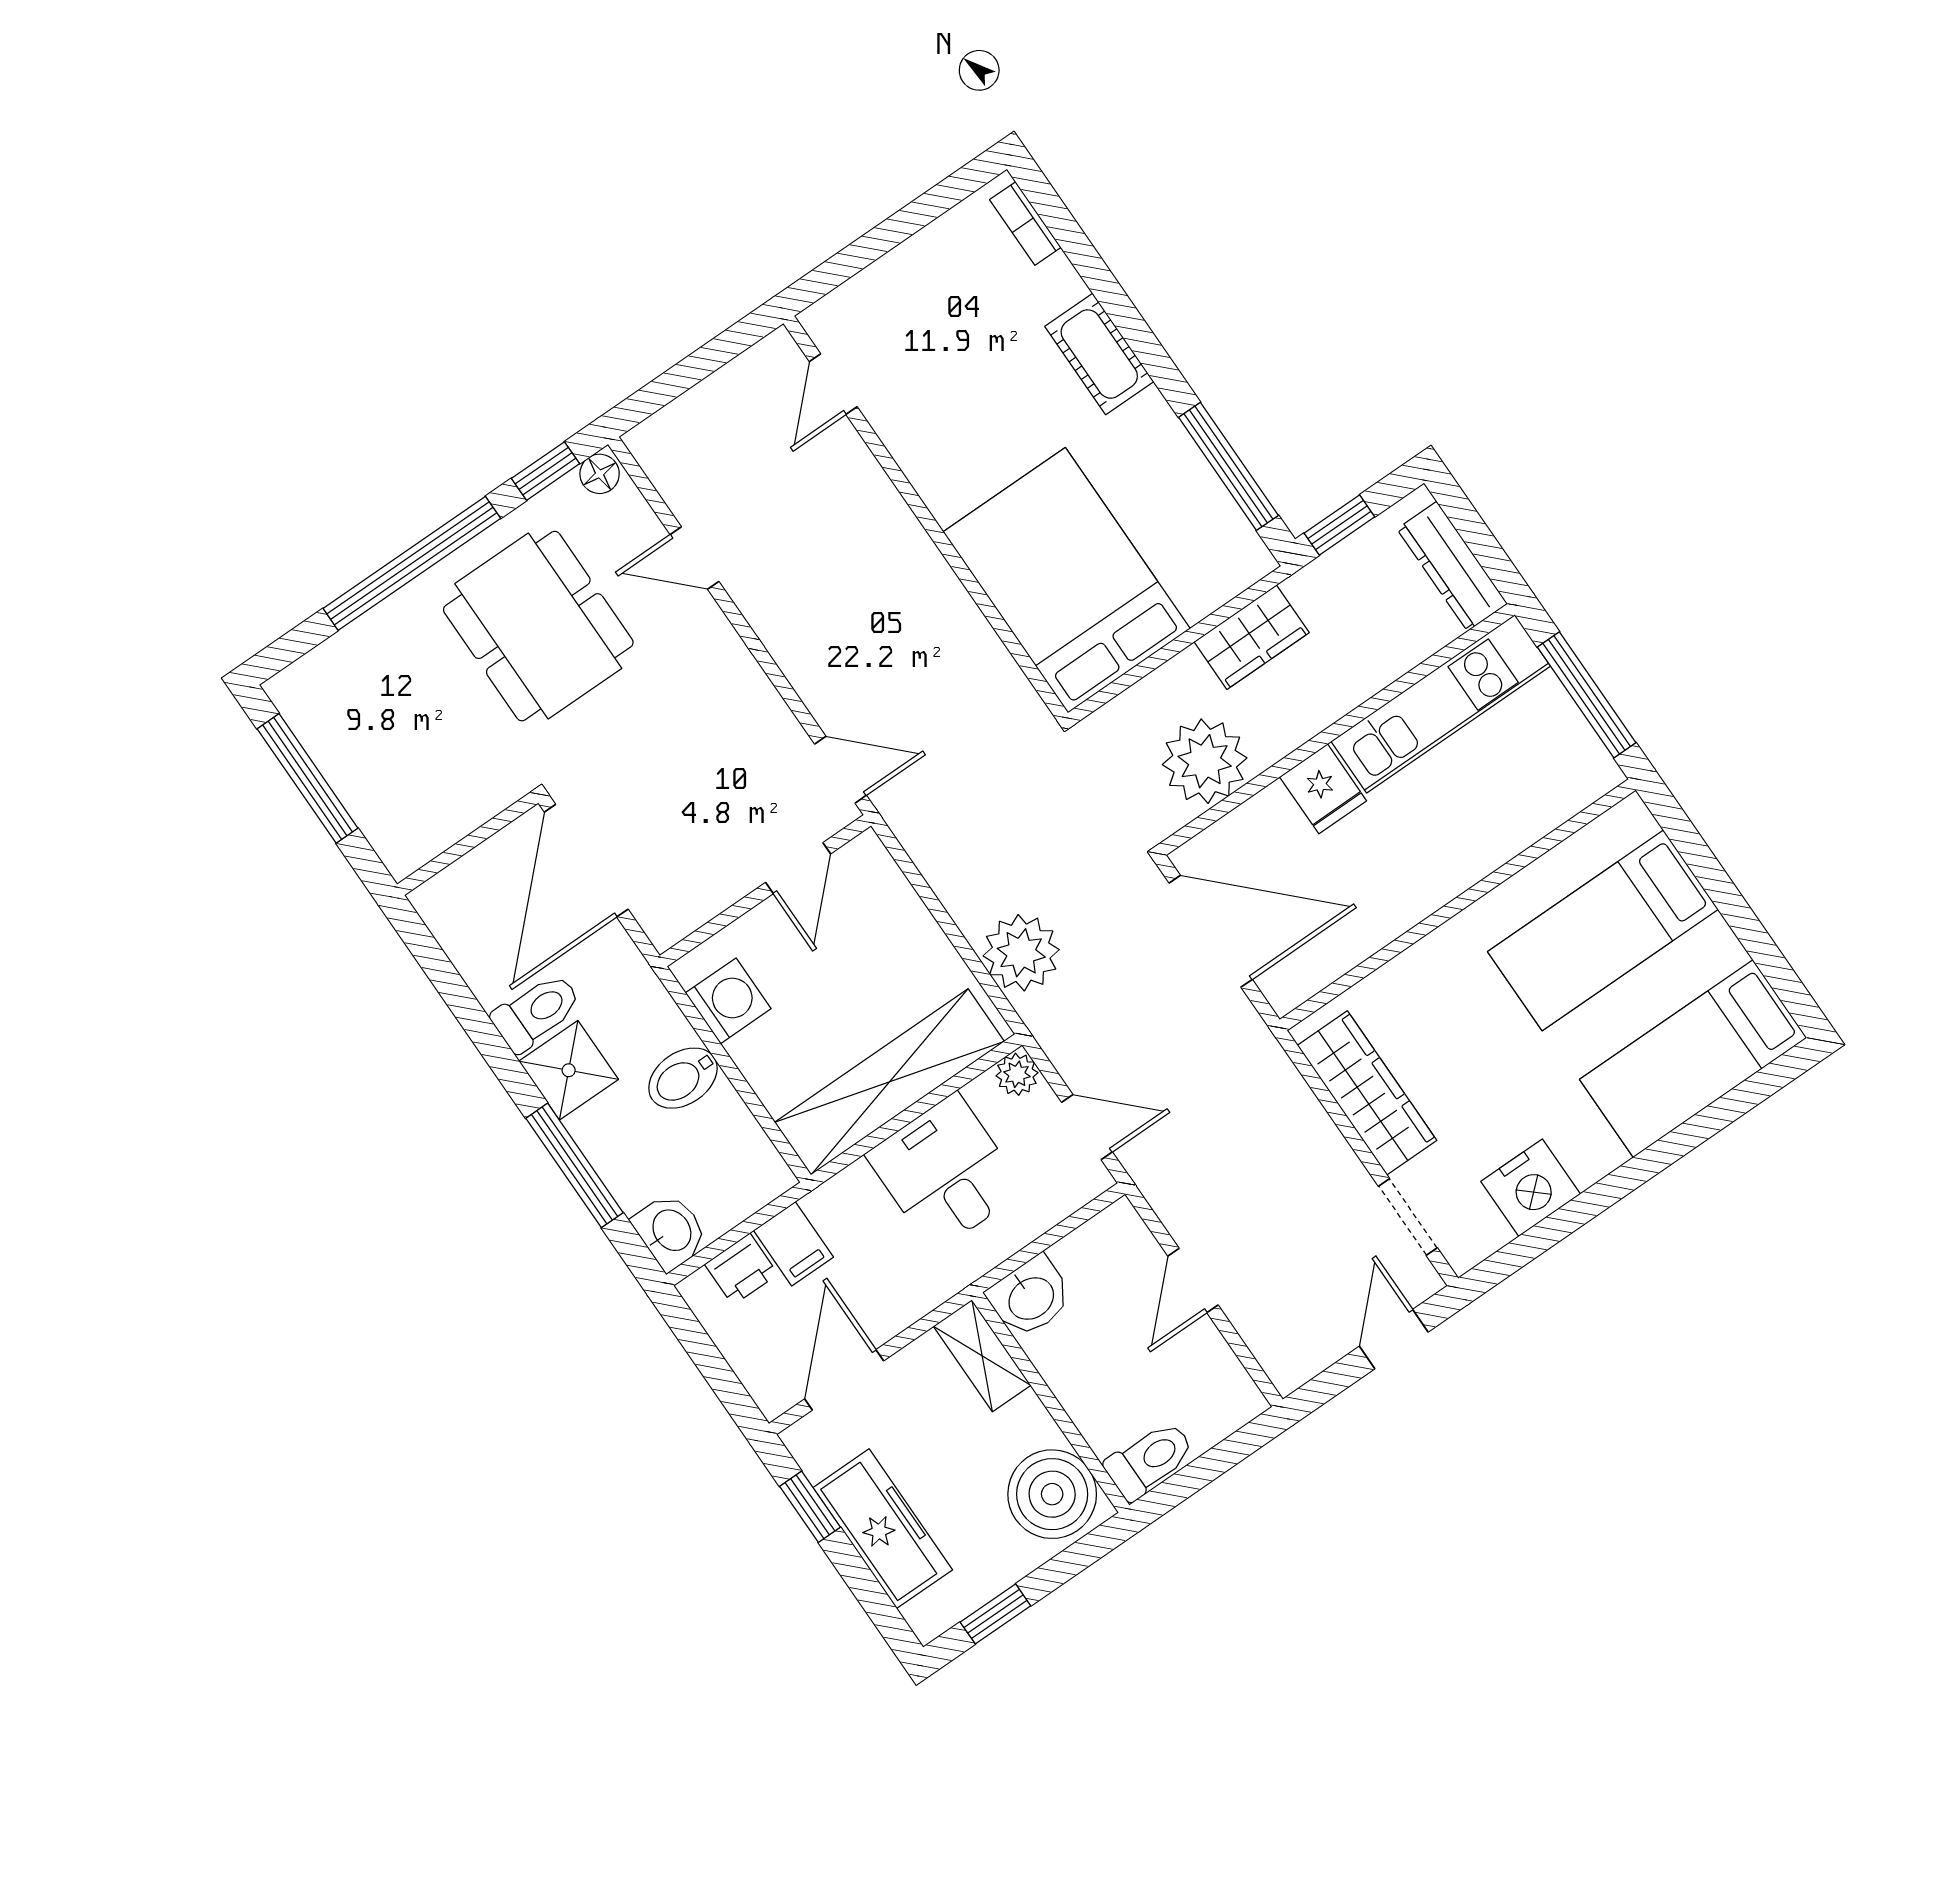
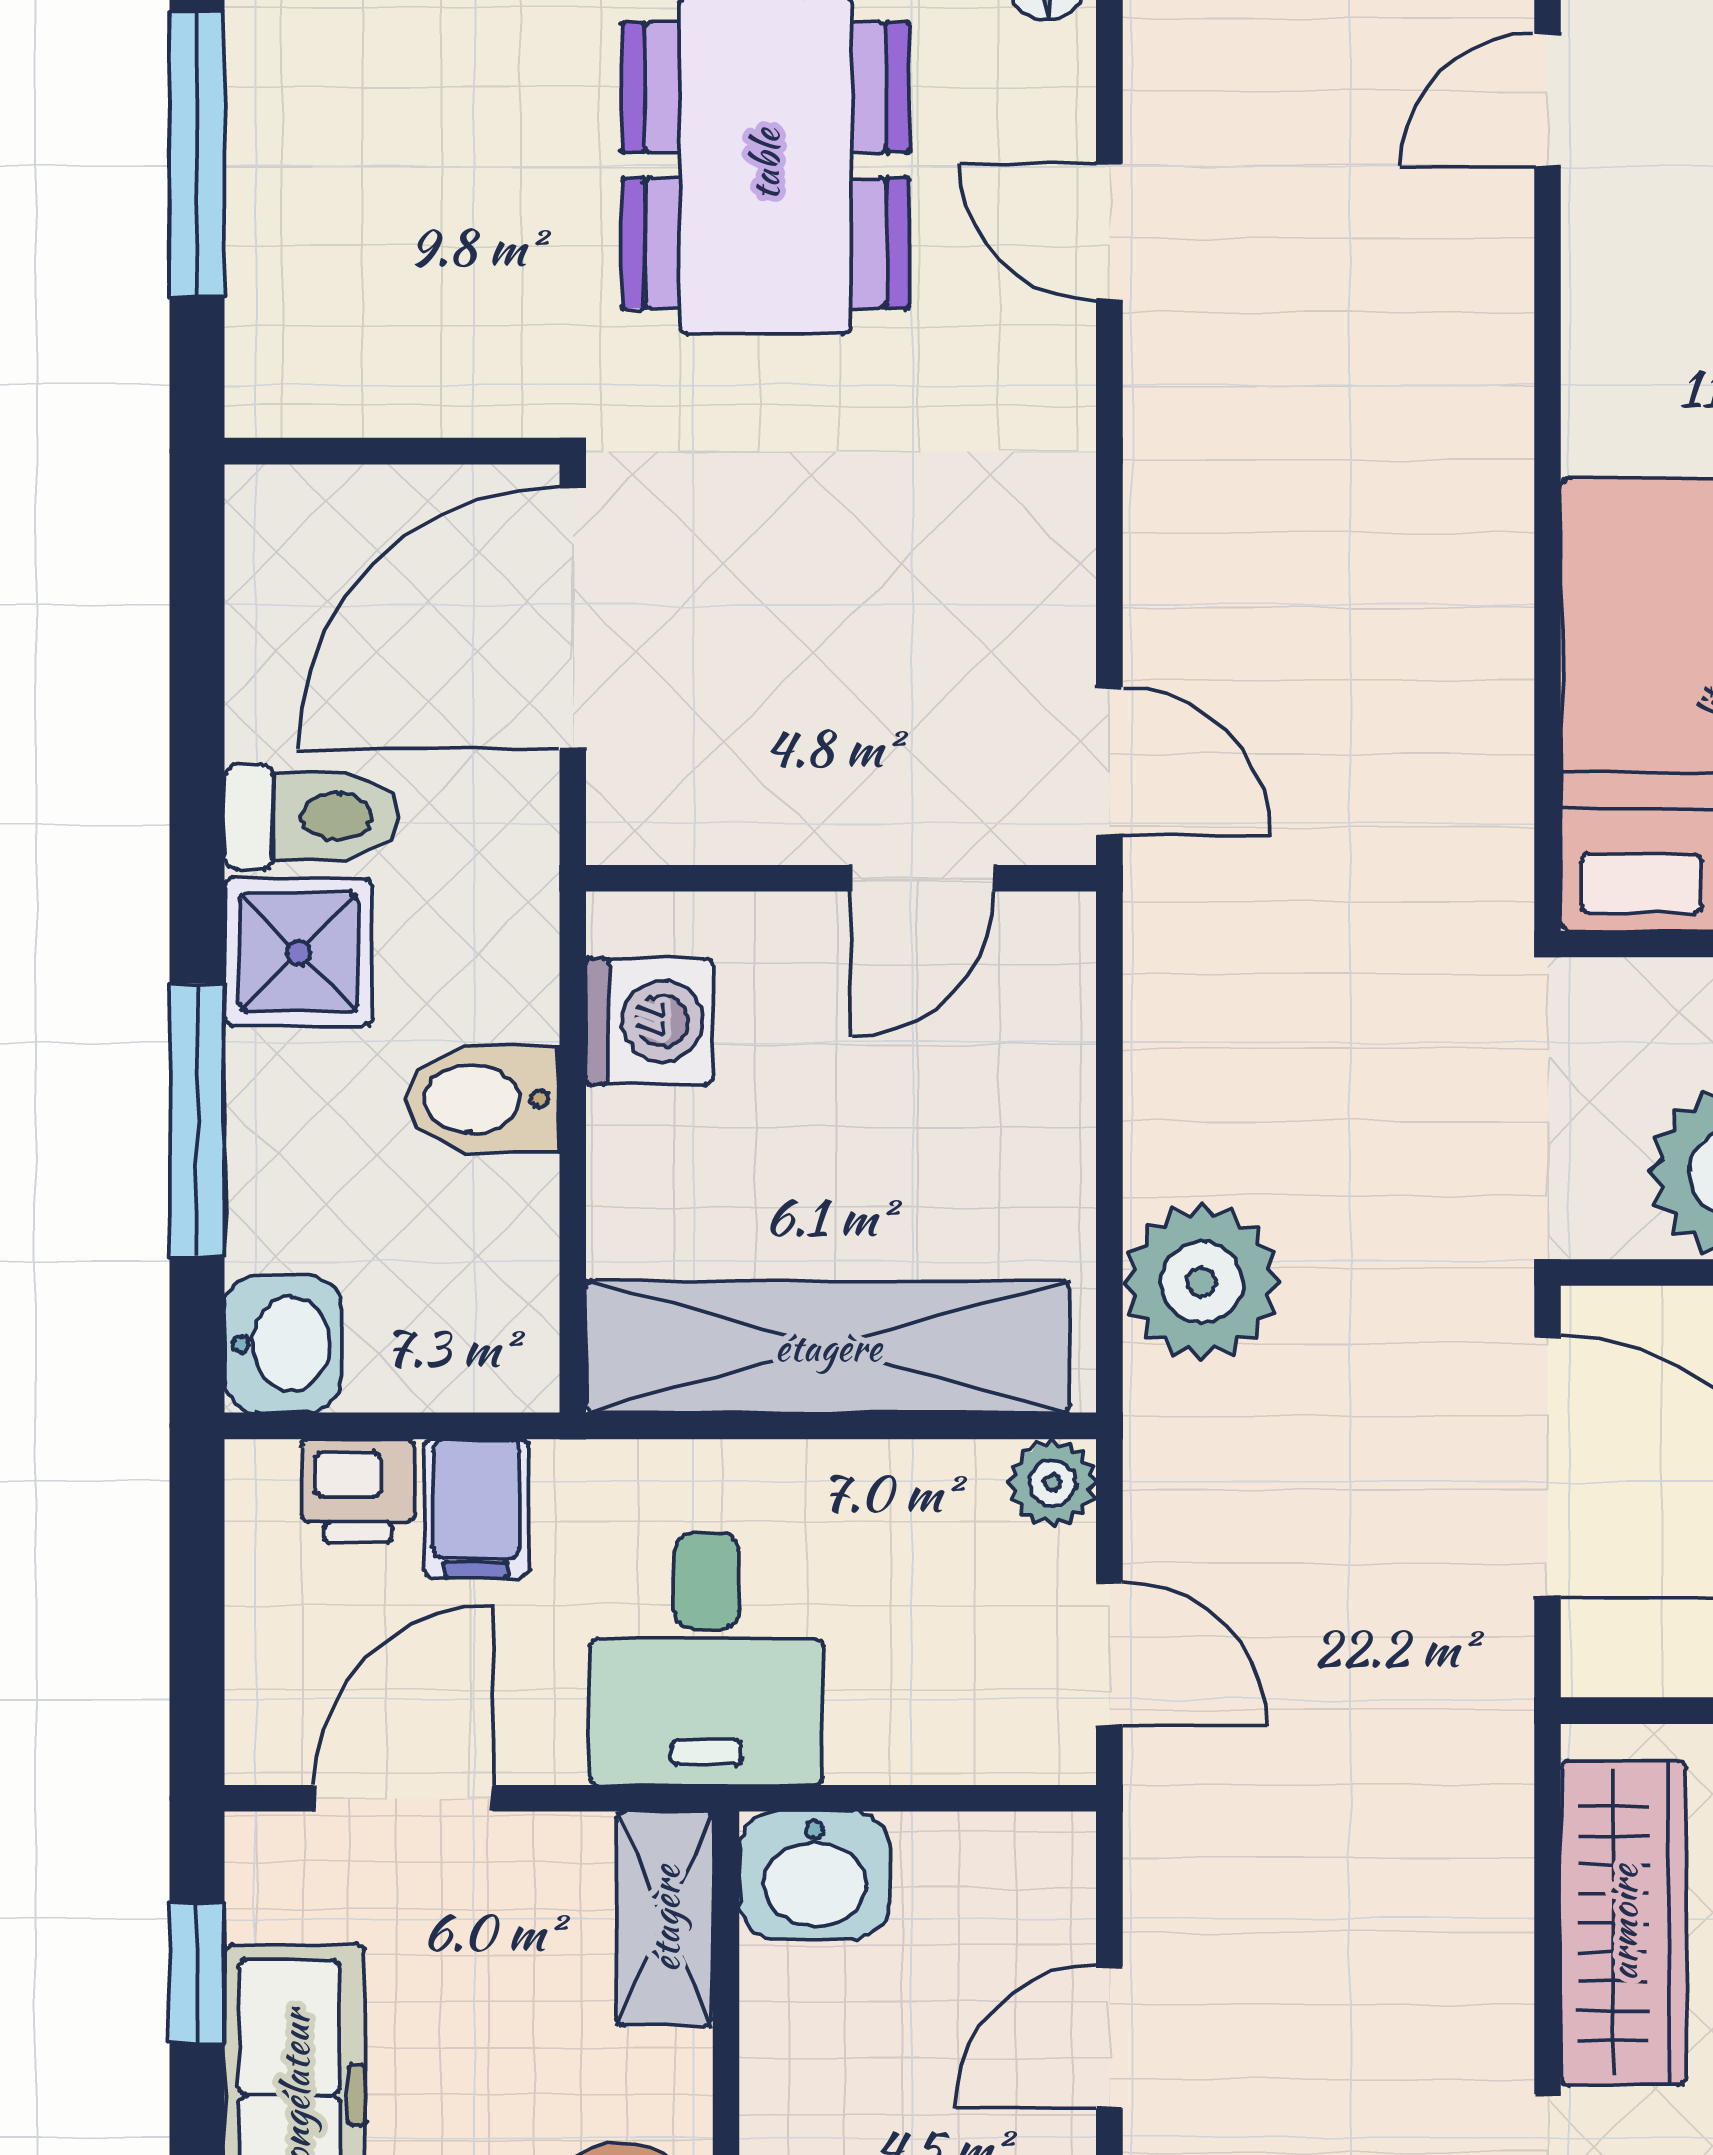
desk: (945, 1172) -> (706, 1659), moved, turned 180

